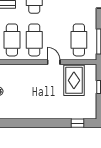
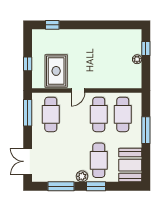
door: (54, 62) -> (78, 91), hinge flipped

